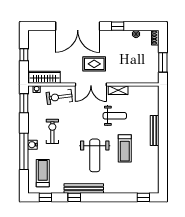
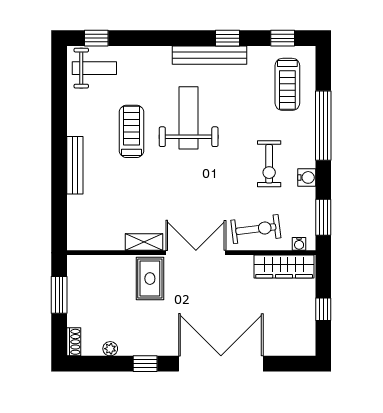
rug: (94, 64) -> (150, 279), moved, turned 90
weight bench: (115, 116) -> (94, 68), moved, turned 180
water cooler: (33, 145) -> (307, 177), moved

